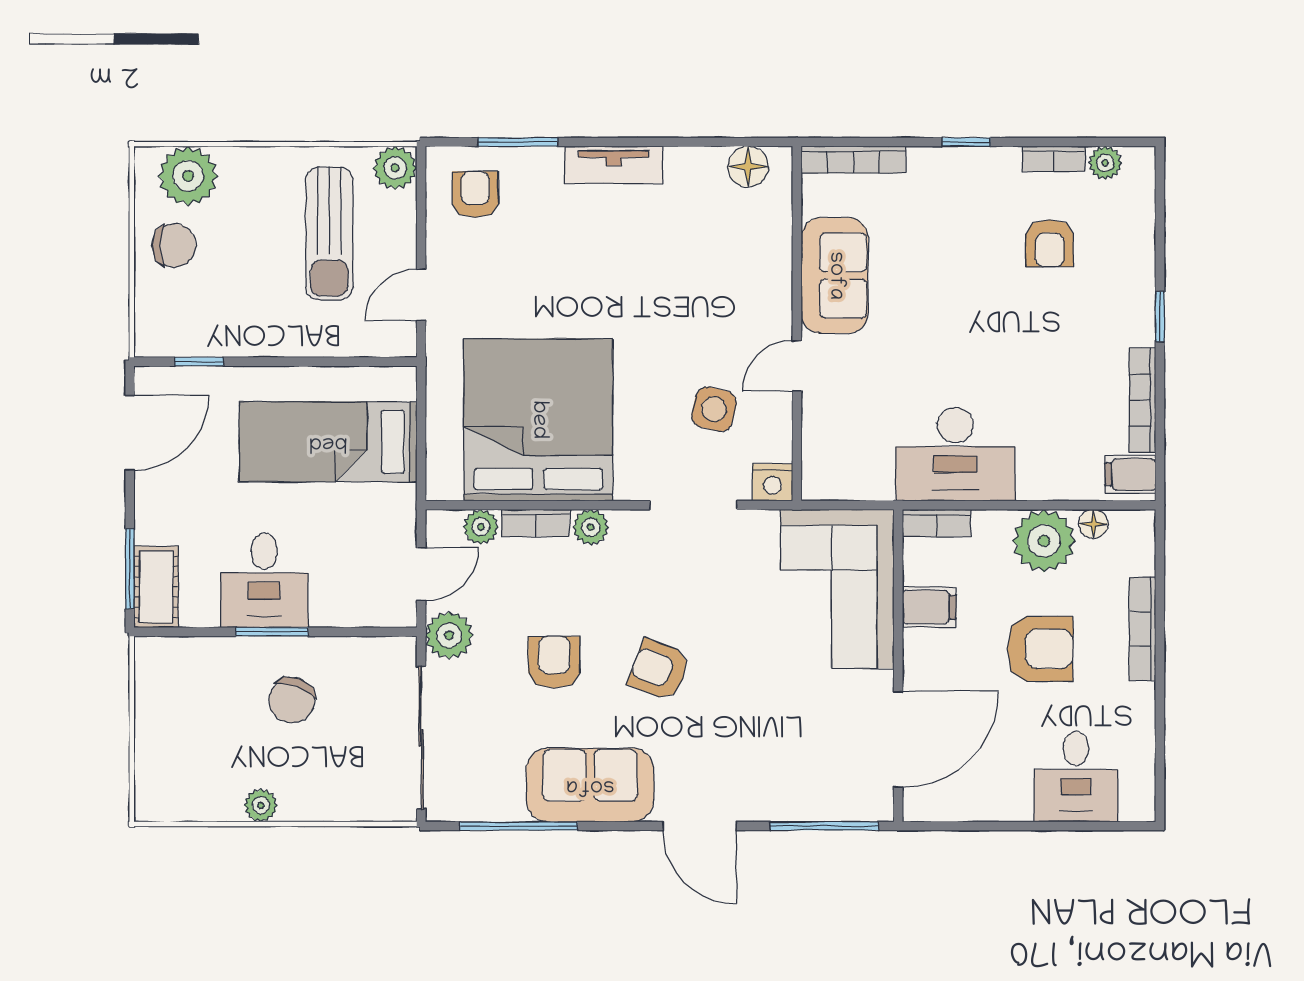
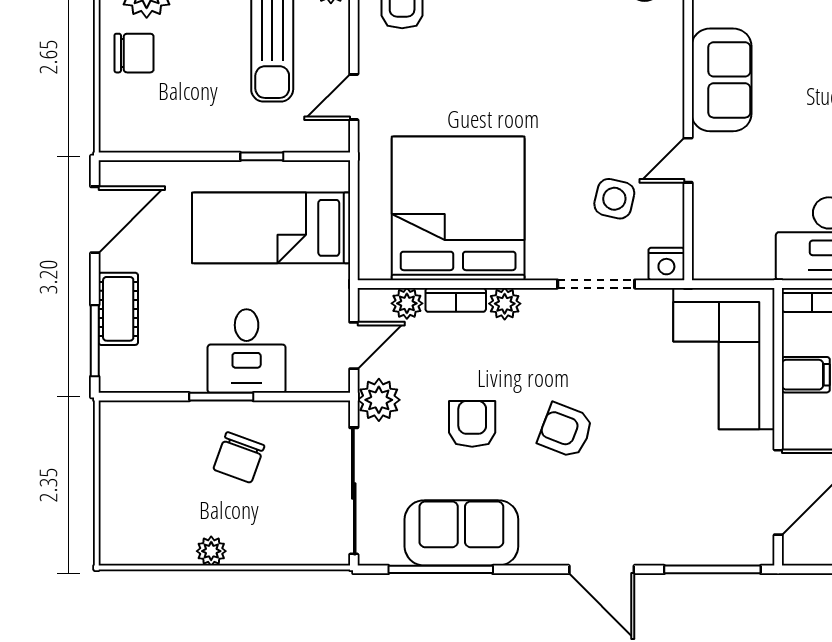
window: (199, 362) -> (262, 156), moved
desk: (264, 580) -> (247, 351), moved
cot: (156, 587) -> (118, 309), moved
sofa: (590, 785) -> (461, 533), moved

